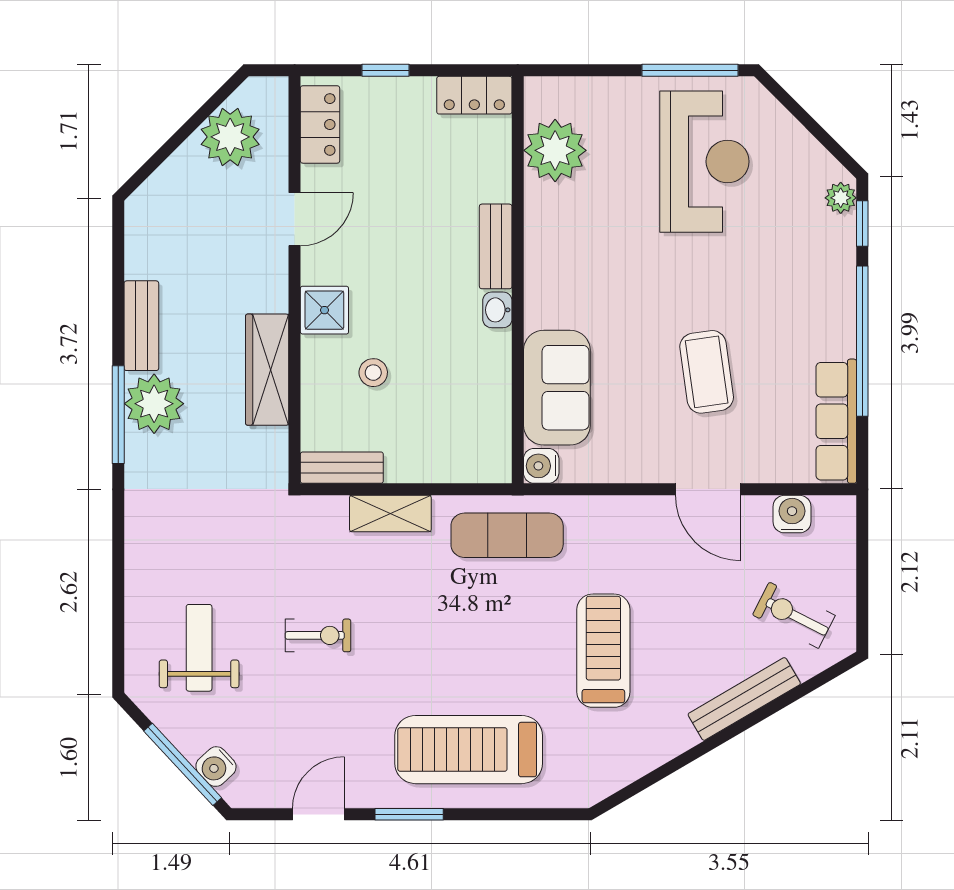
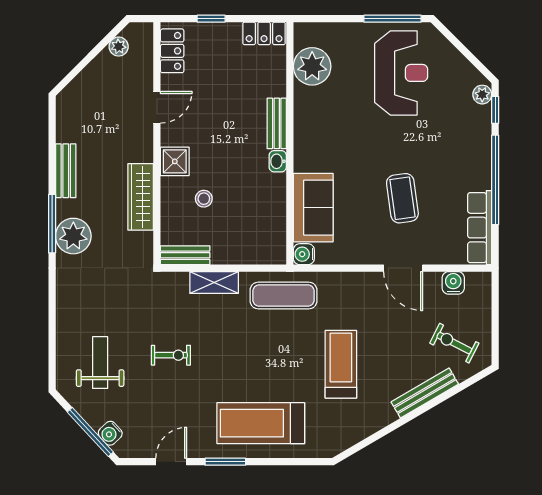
plant: (230, 137) -> (119, 47), width x0.53, depth x0.53
plant: (154, 404) -> (73, 236), moved

